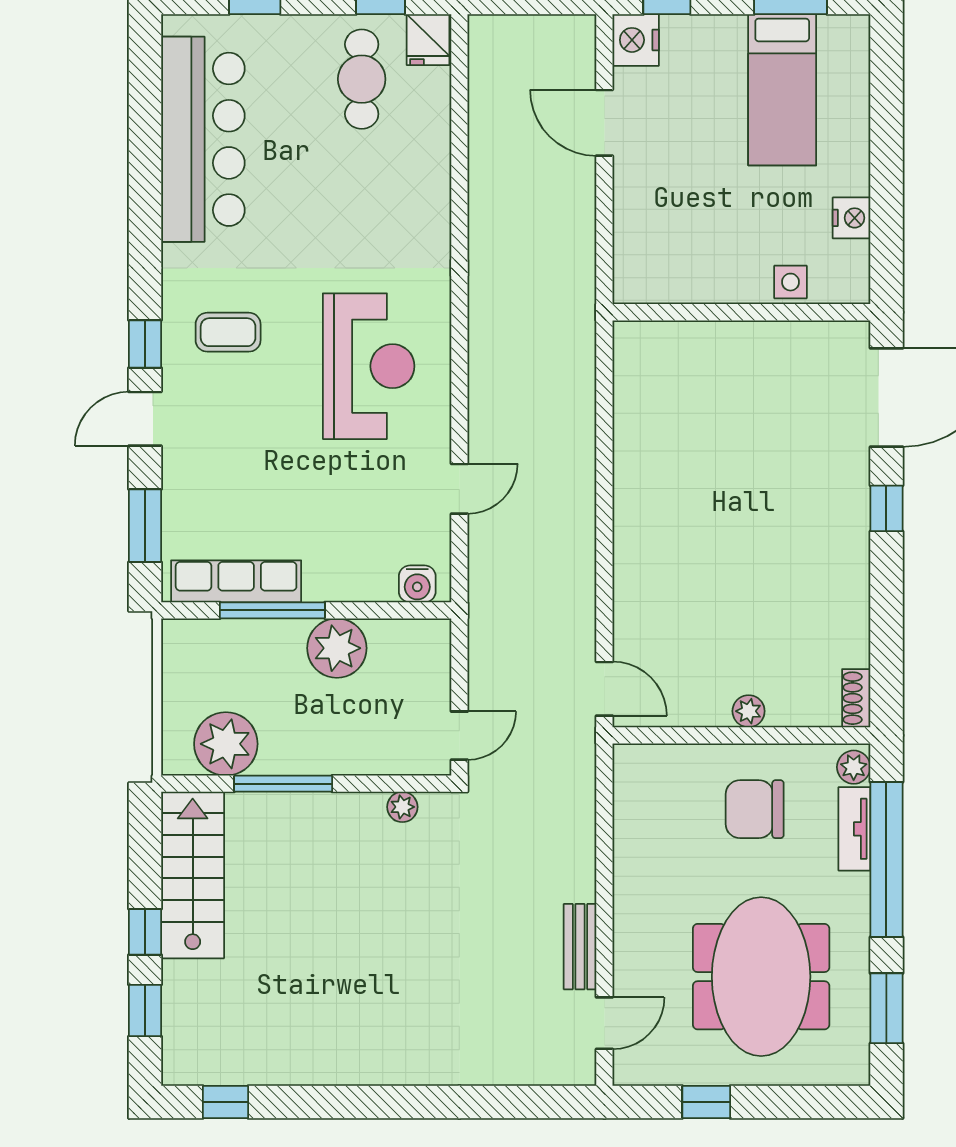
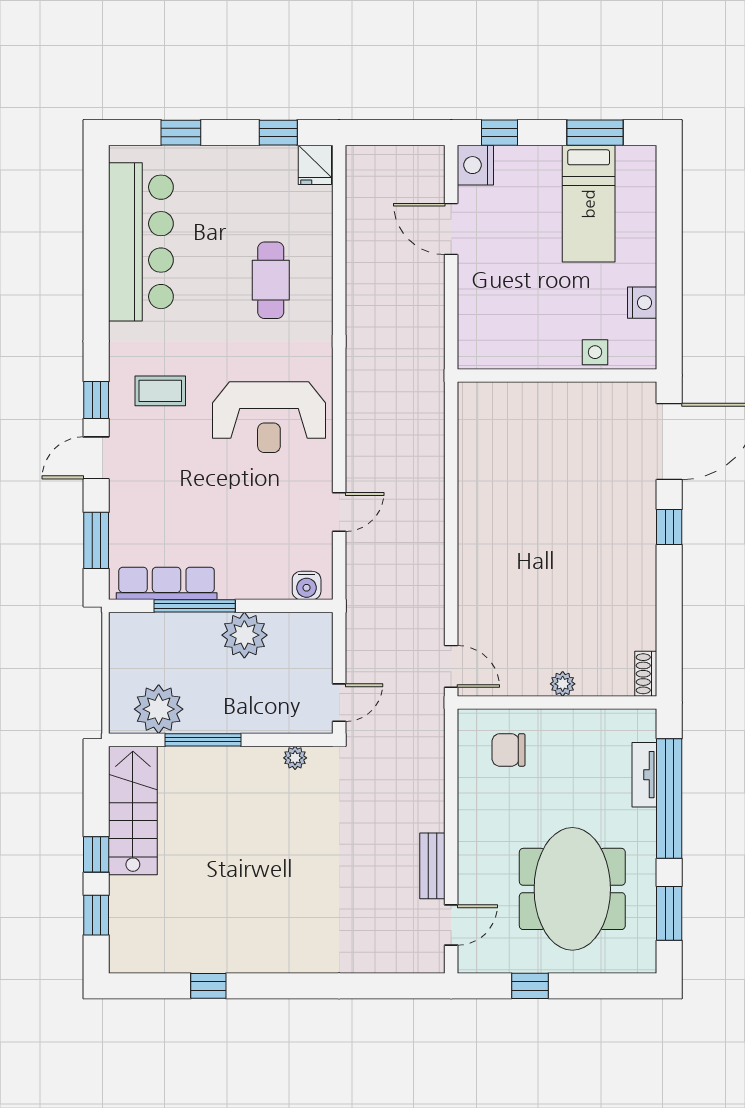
cafe table: (362, 79) -> (271, 280), moved
reception desk: (369, 366) -> (269, 417), turned 90
plant: (854, 767) -> (644, 727), removed
chair: (755, 809) -> (509, 750), moved, width x0.73, depth x0.73
window: (225, 1102) -> (208, 986), moved

